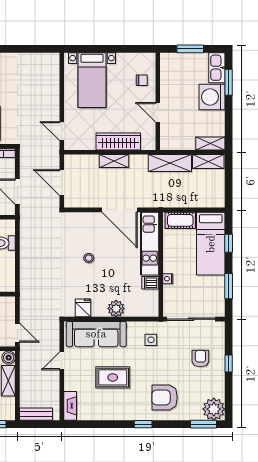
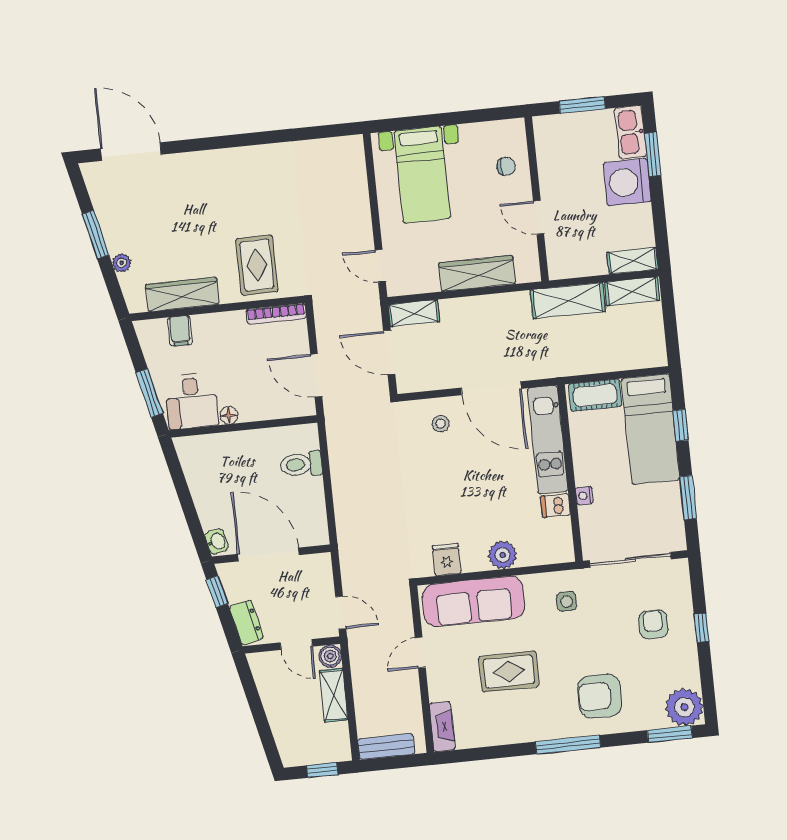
shelving: (114, 161) -> (414, 313), moved
stool: (89, 258) -> (441, 424), moved
window: (143, 424) -> (568, 745), width x2.17

